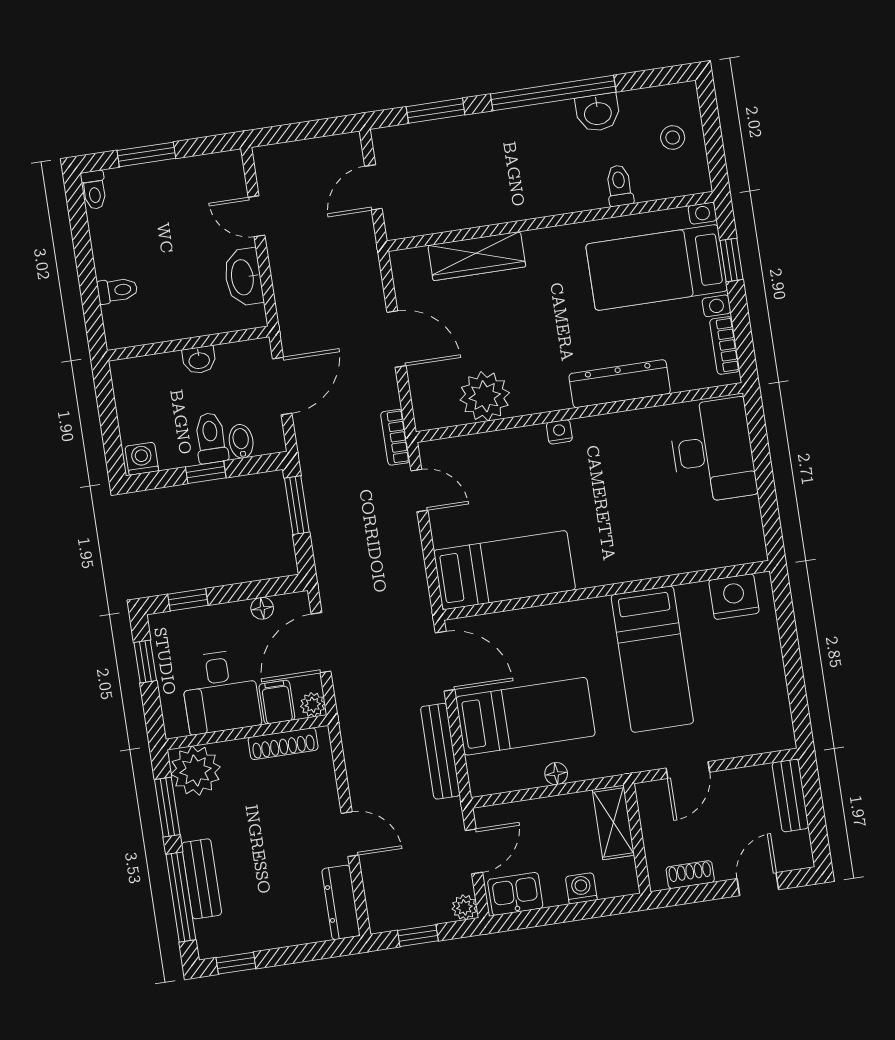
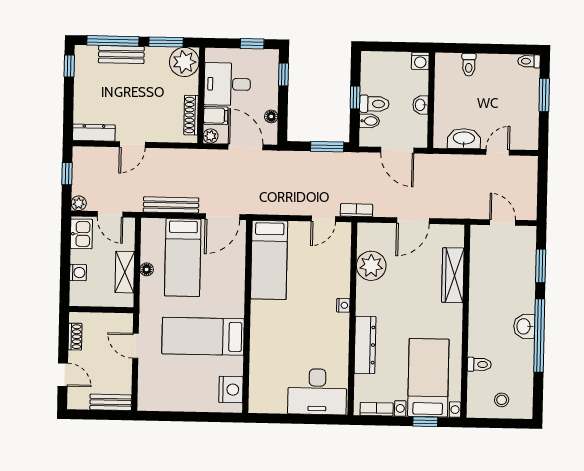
washbasin: (598, 113) -> (524, 326), moved
washing machine: (142, 459) -> (420, 61), moved, turned 90
shelving: (613, 822) -> (125, 272), moved, turned 90

